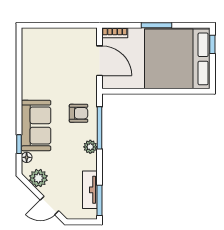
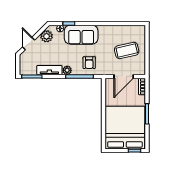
coffee table: (60, 56) -> (127, 50), added
tv unit: (90, 190) -> (49, 70), moved

